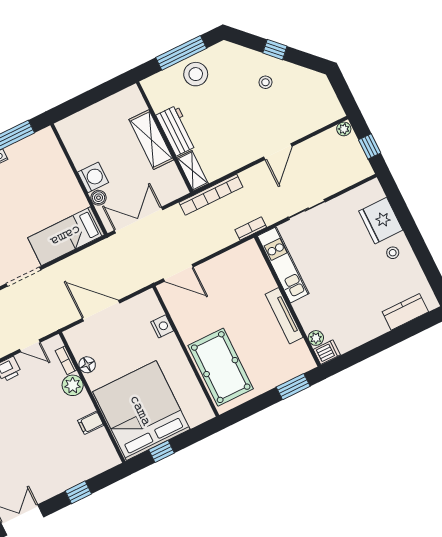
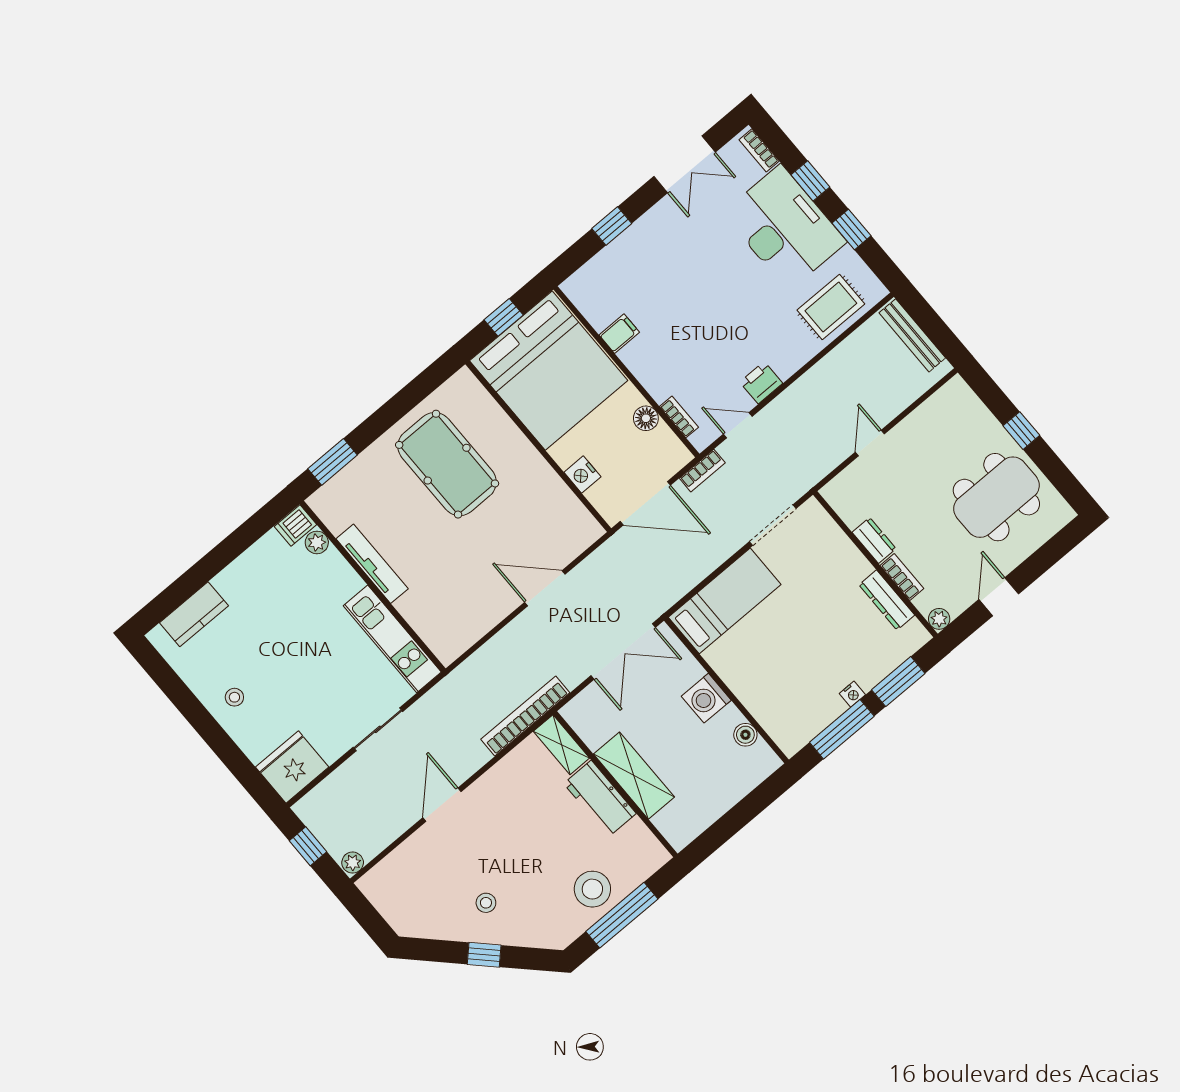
boiler: (99, 198) -> (745, 735), moved
fridge: (381, 221) -> (292, 767), moved, turned -90
bookcase: (251, 229) -> (702, 471), moved
nightstand: (162, 326) -> (582, 474), moved
wall: (186, 351) -> (538, 446), moved
plant: (73, 385) -> (660, 382), removed

